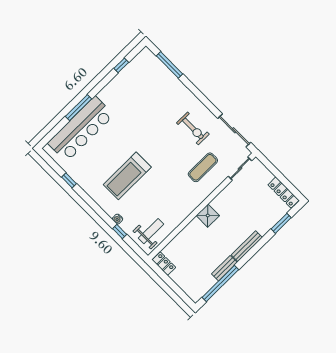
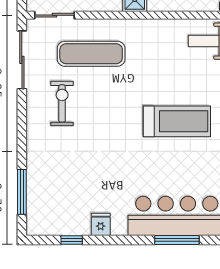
fridge: (114, 87) -> (101, 224), added
window: (79, 108) -> (177, 240), moved
exercise mat: (203, 167) -> (91, 54), width x1.36, depth x1.45

